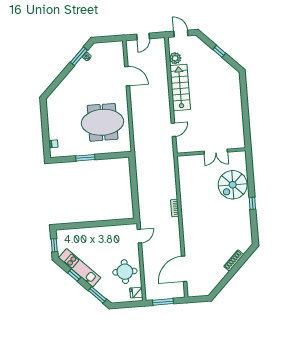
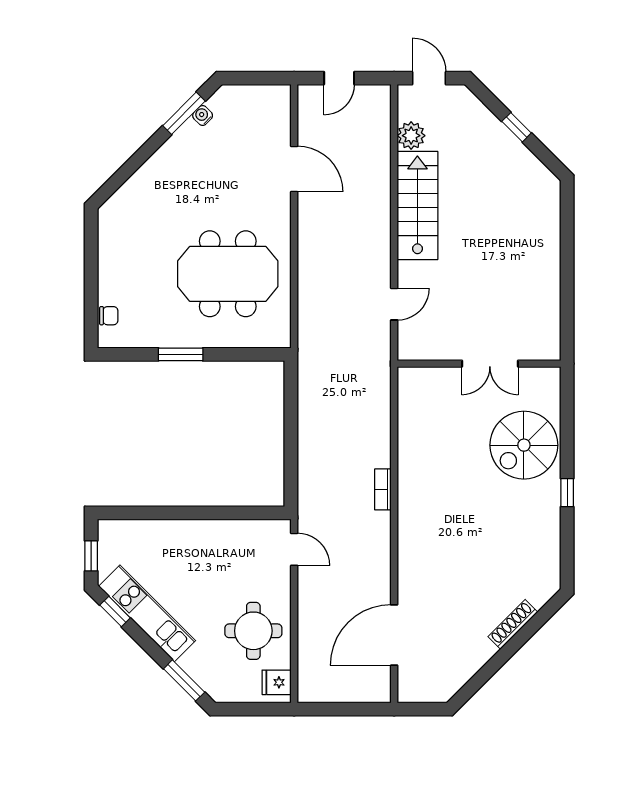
door: (139, 236) -> (294, 549), hinge flipped
window: (74, 275) -> (115, 612), moved
window: (163, 302) -> (338, 709), removed

